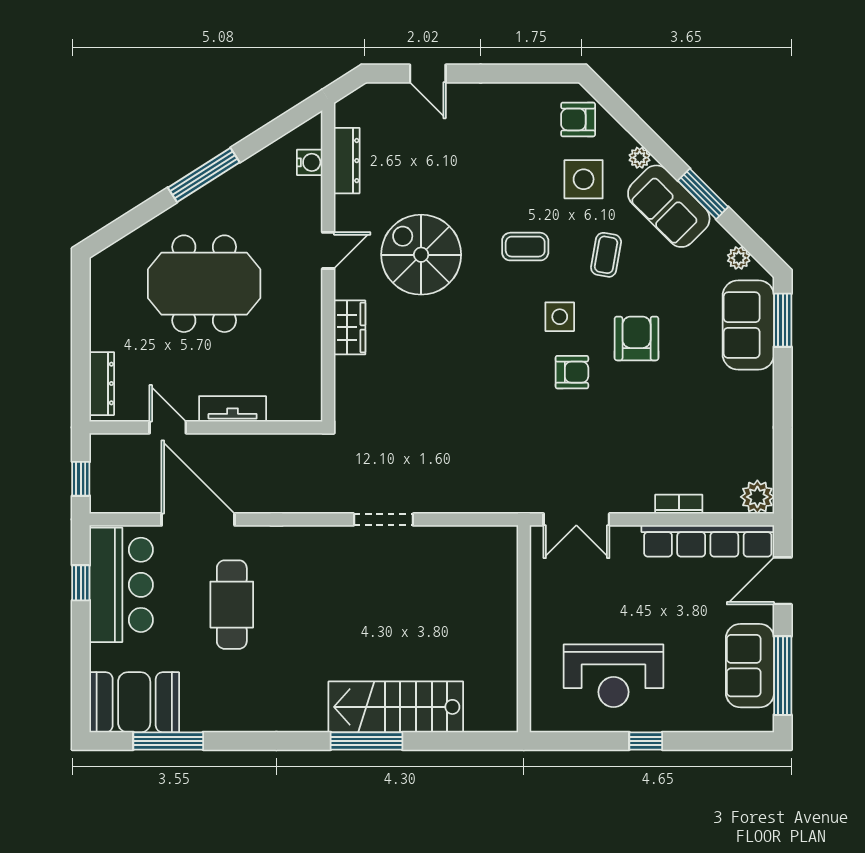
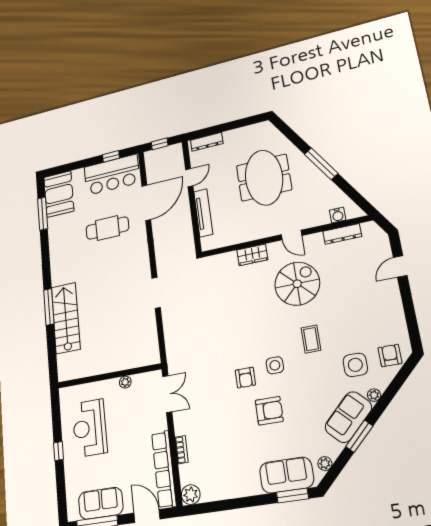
coffee table: (606, 255) -> (314, 385), removed
tv unit: (233, 409) -> (203, 213), width x1.41
double door: (576, 519) -> (167, 394), swing flipped
plant: (541, 598) -> (125, 382), added

